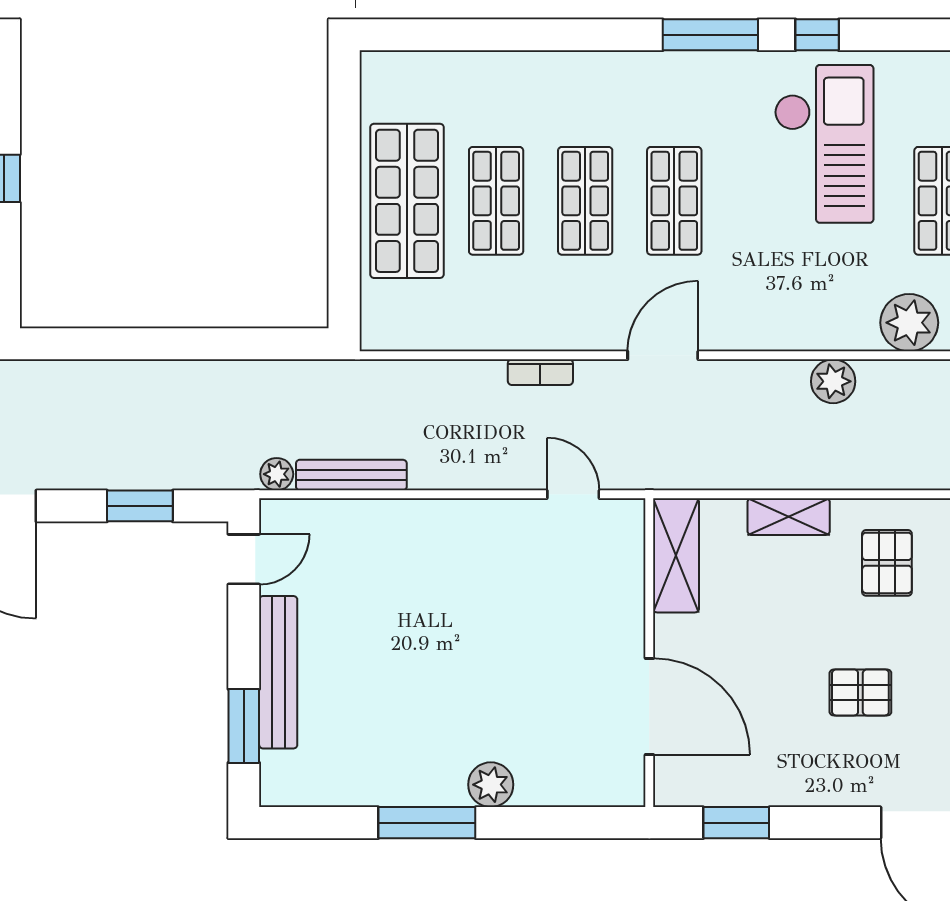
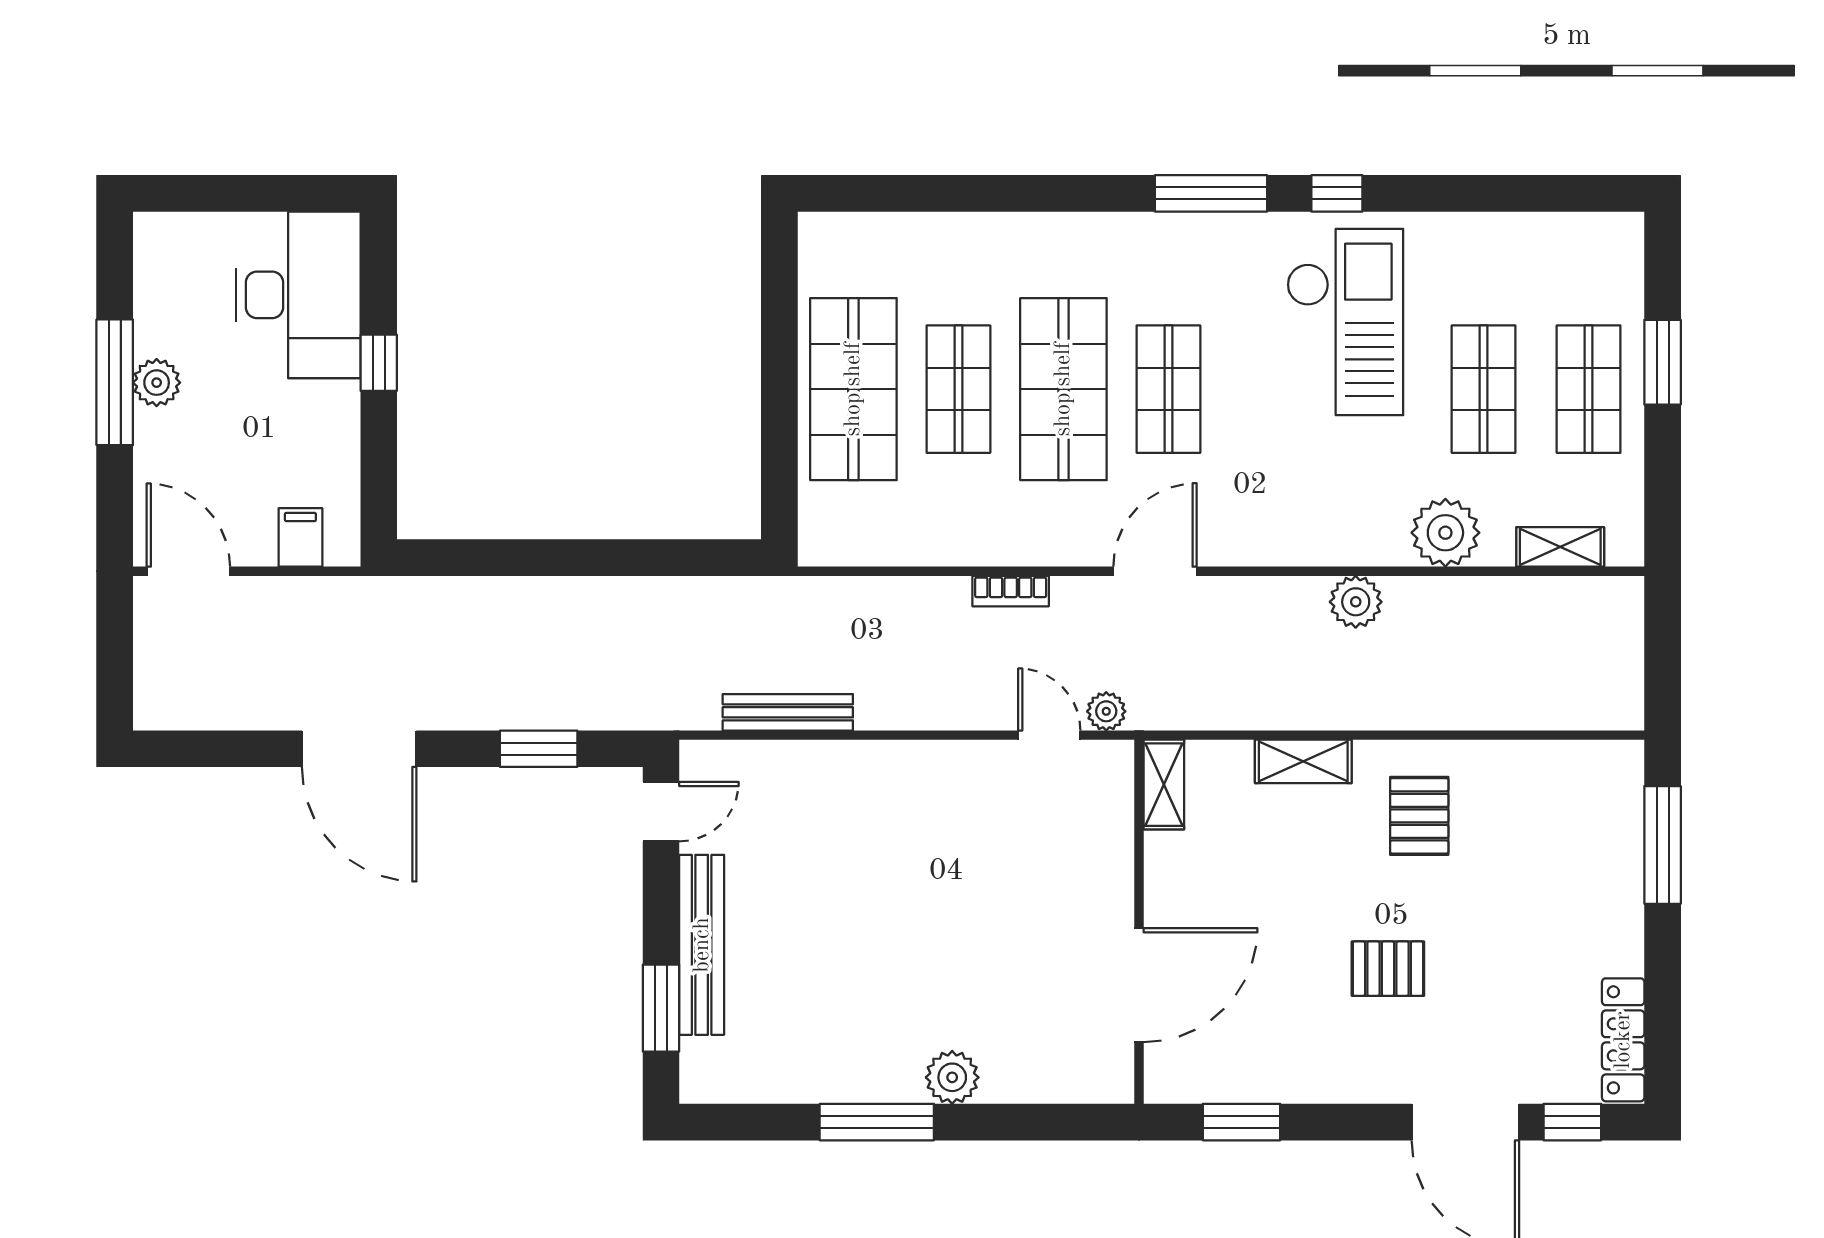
shop shelf: (585, 201) -> (1063, 389), width x1.43, depth x1.36
plant: (277, 474) -> (1106, 711), moved
shelving: (676, 555) -> (1164, 785), width x0.67, depth x0.75
door: (649, 706) -> (1139, 985), hinge flipped

